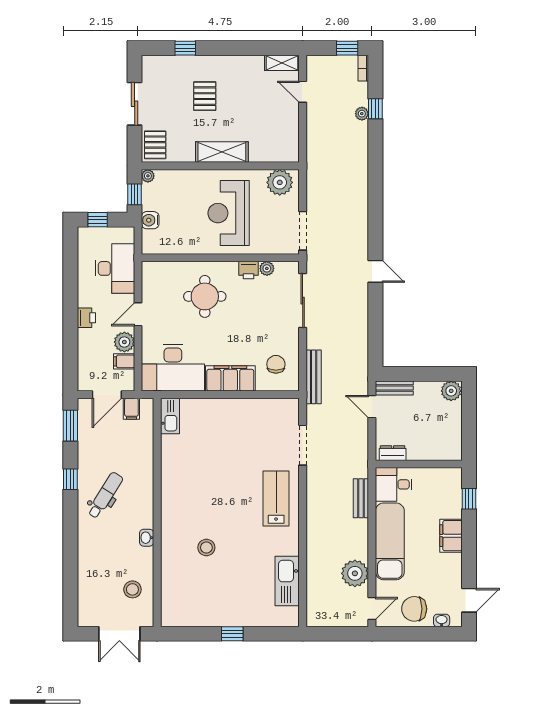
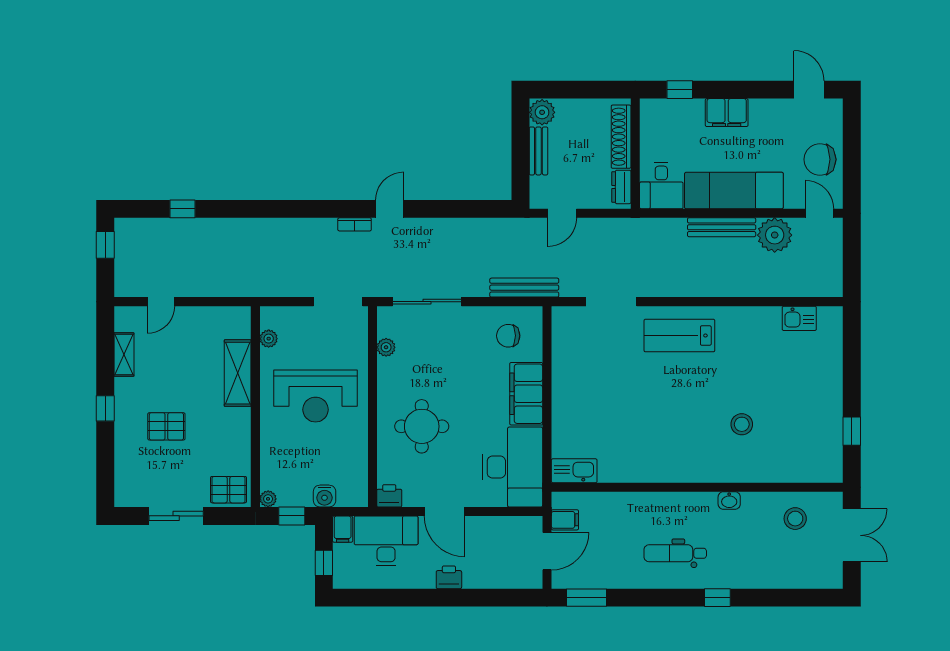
window: (185, 48) -> (105, 408), moved
shelving: (282, 63) -> (124, 355), moved
bookcase: (363, 68) -> (355, 224), moved
plant: (362, 114) -> (189, 226), removed
shelving: (222, 152) -> (238, 373), moved
plant: (280, 182) -> (269, 339), width x0.53, depth x0.53
printer: (248, 270) -> (389, 496), moved, turned -90
door: (138, 314) -> (444, 511), width x1.38
plant: (124, 342) -> (480, 529), removed
filing cabinet: (124, 361) -> (343, 529), moved
bench: (394, 388) -> (538, 151), moved
door: (107, 395) -> (547, 551), hinge flipped
shoe rack: (432, 453) -> (621, 137), added
window: (70, 479) -> (717, 598), moved
dental chair: (105, 495) -> (675, 553), turned -32
bench: (361, 498) -> (722, 227), moved, width x1.36
kitchen sink: (287, 581) -> (799, 318), width x0.53, depth x0.81
chair: (414, 609) -> (820, 159), turned 90
washbasin: (442, 620) -> (835, 125), removed
window: (232, 634) -> (852, 431), moved

